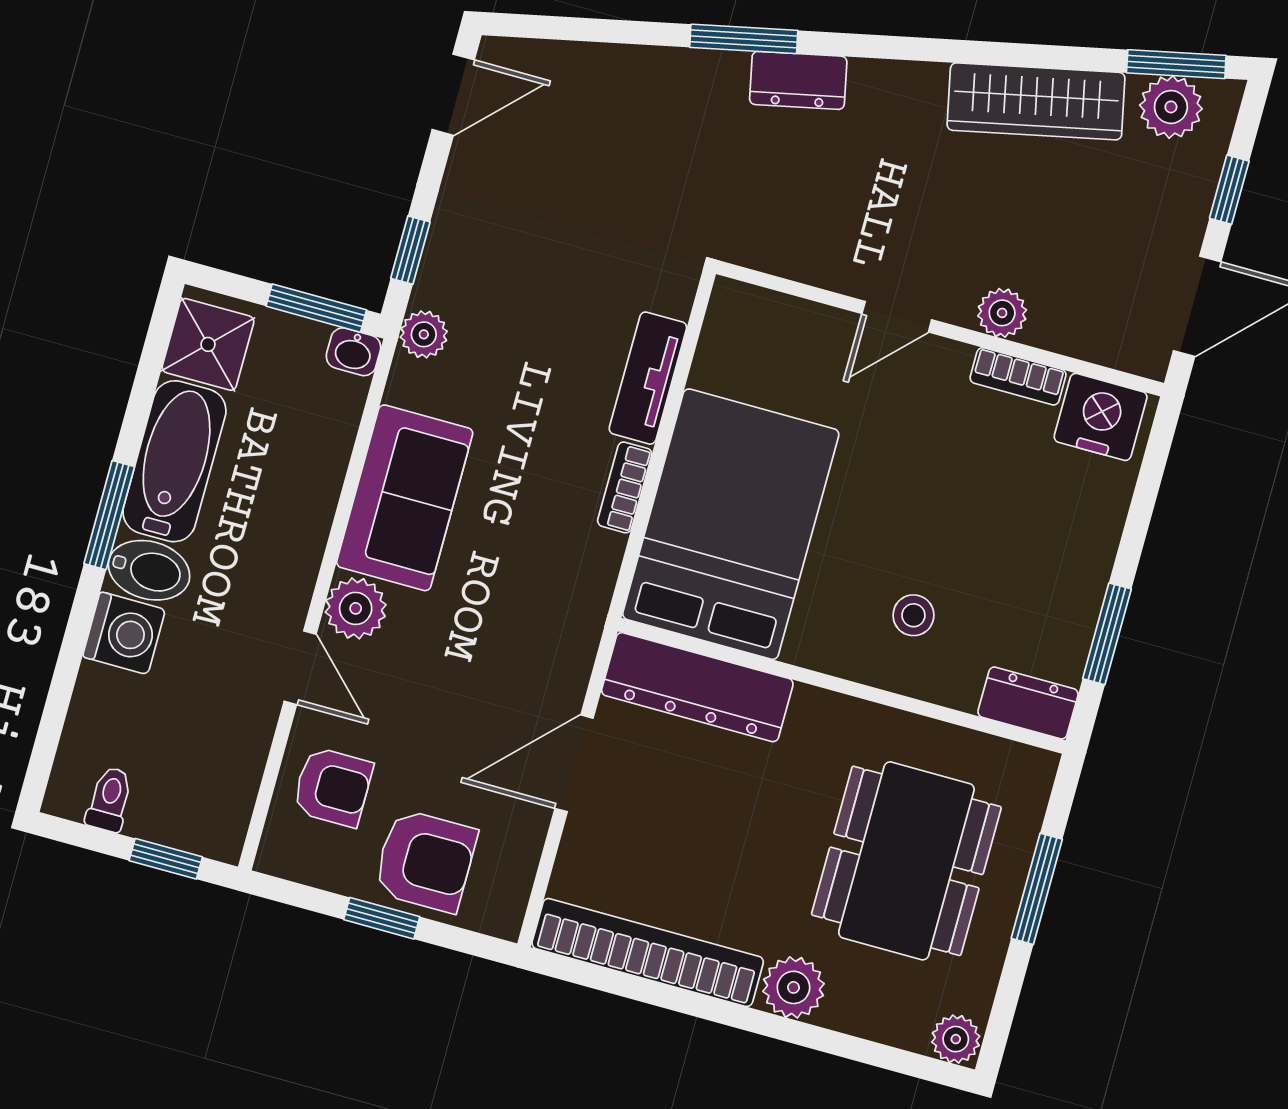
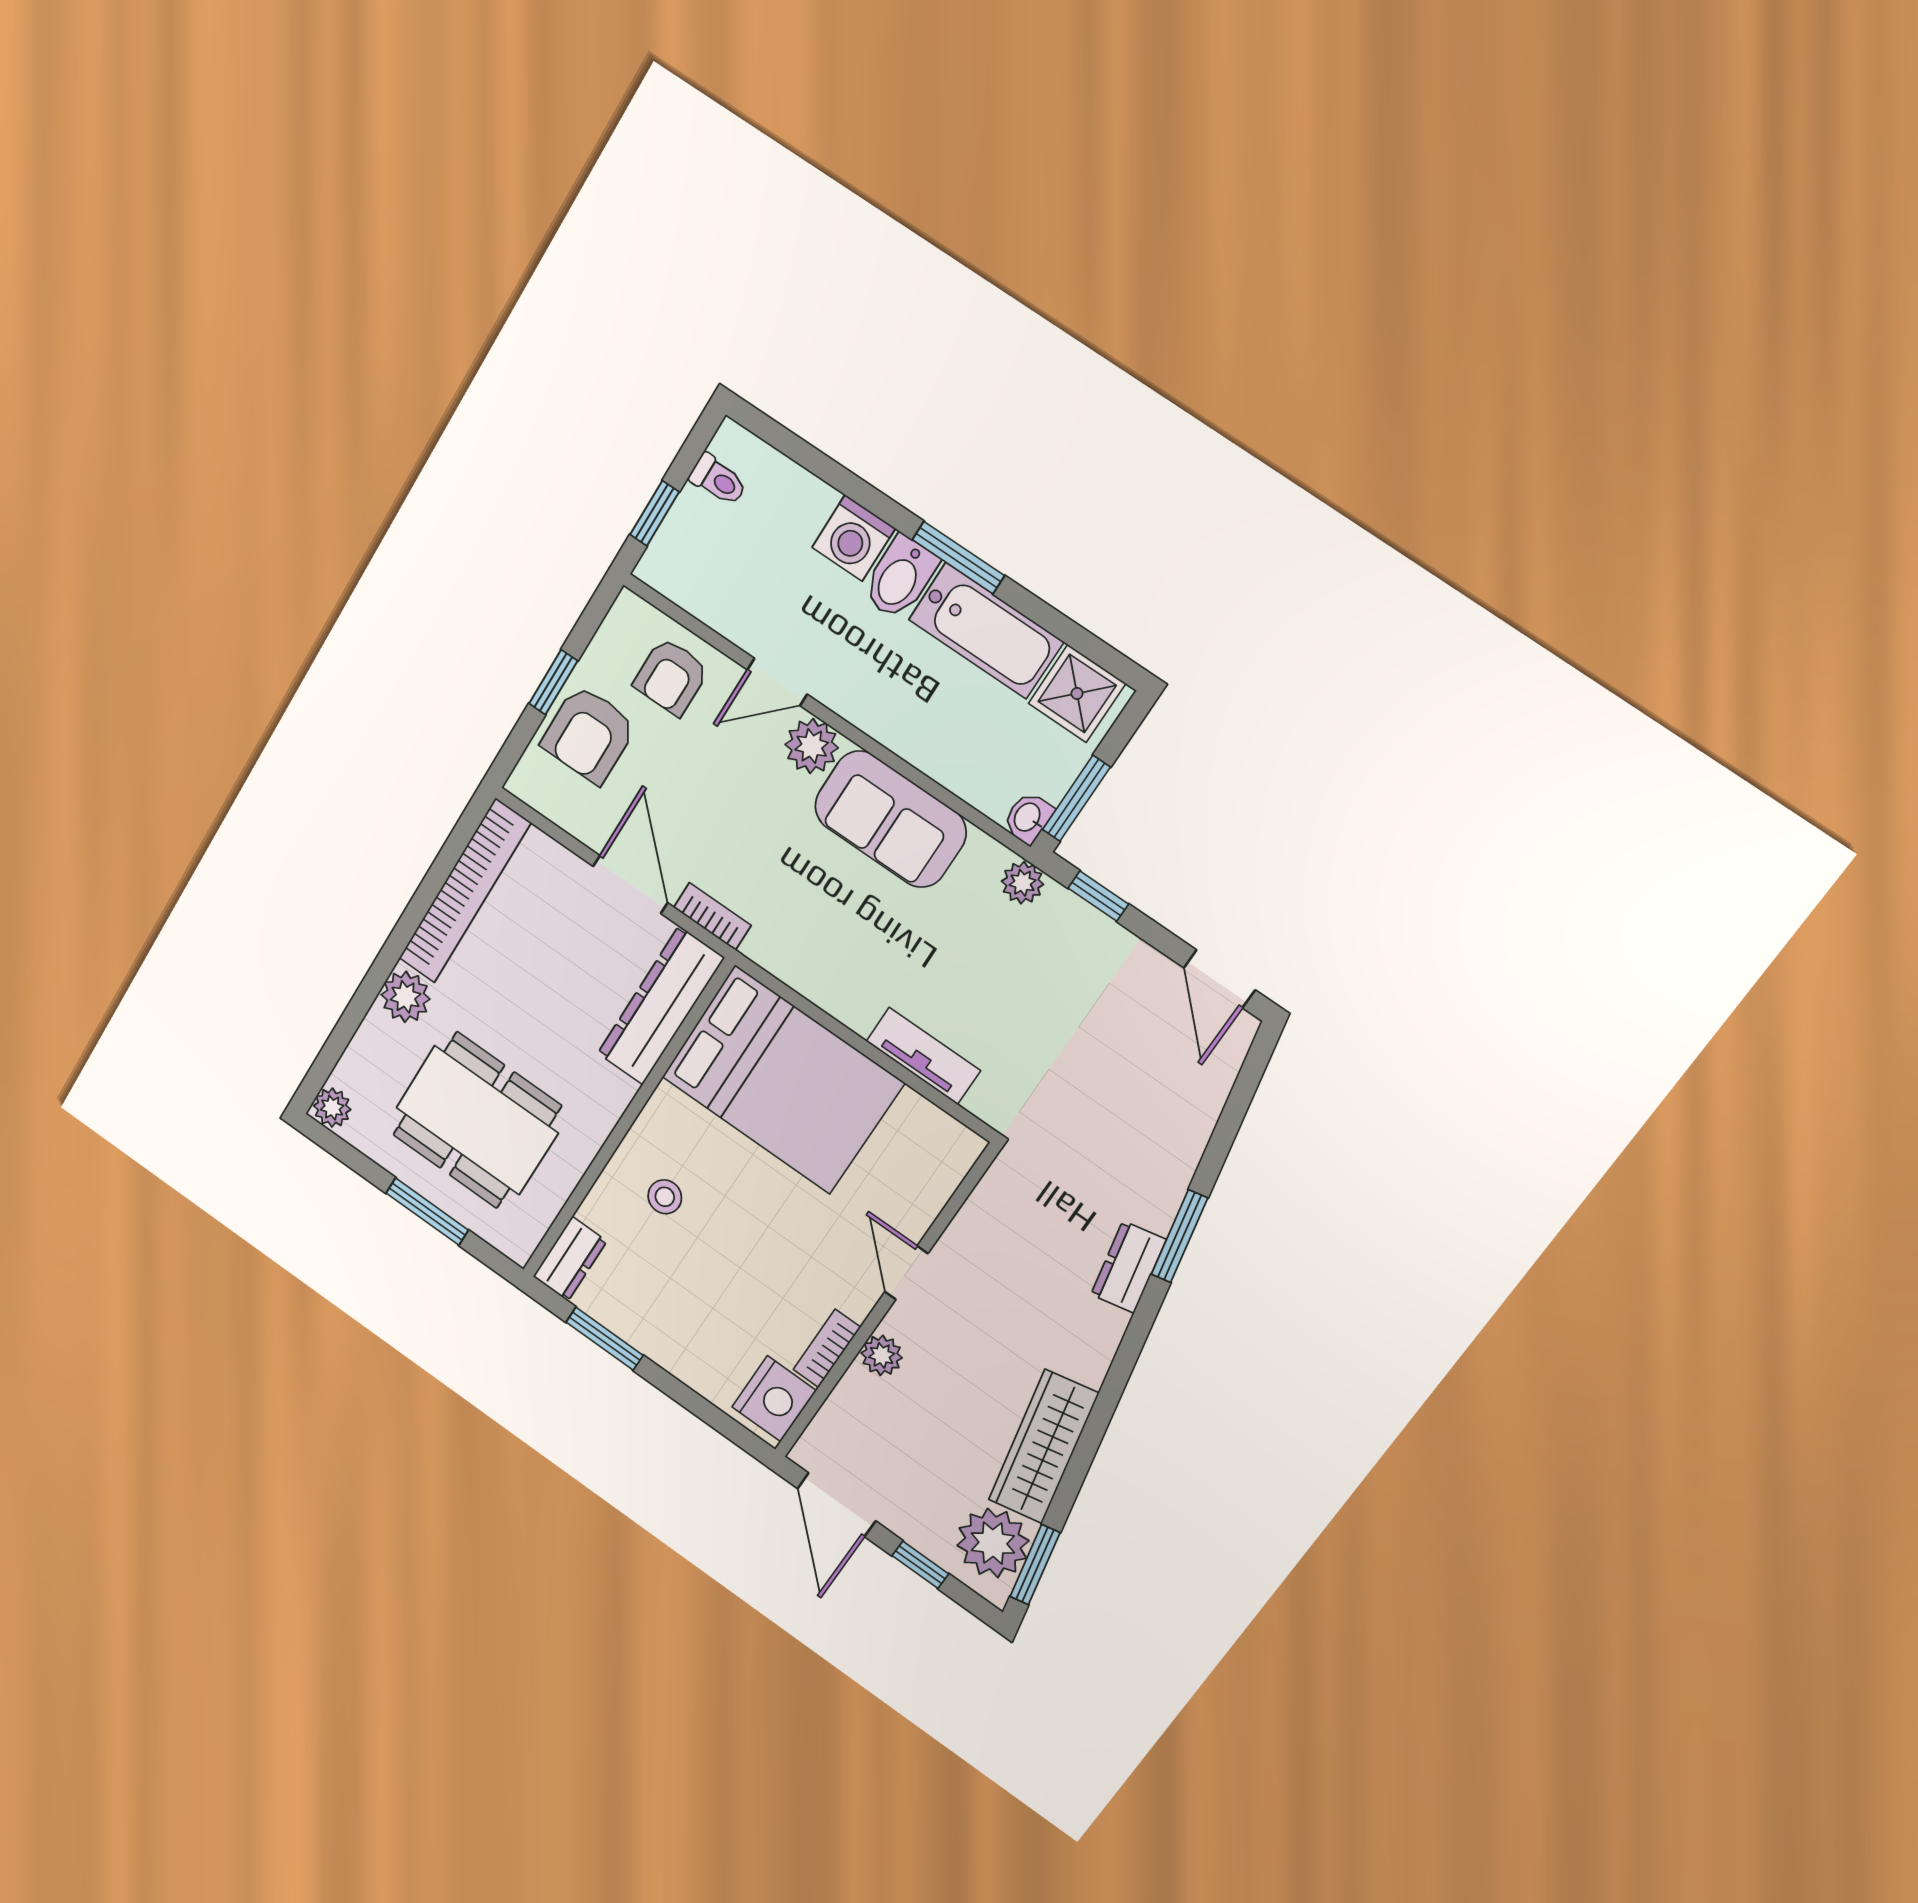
plant: (1171, 107) -> (993, 1543), width x1.36, depth x1.36
bookcase: (625, 487) -> (712, 916), moved

